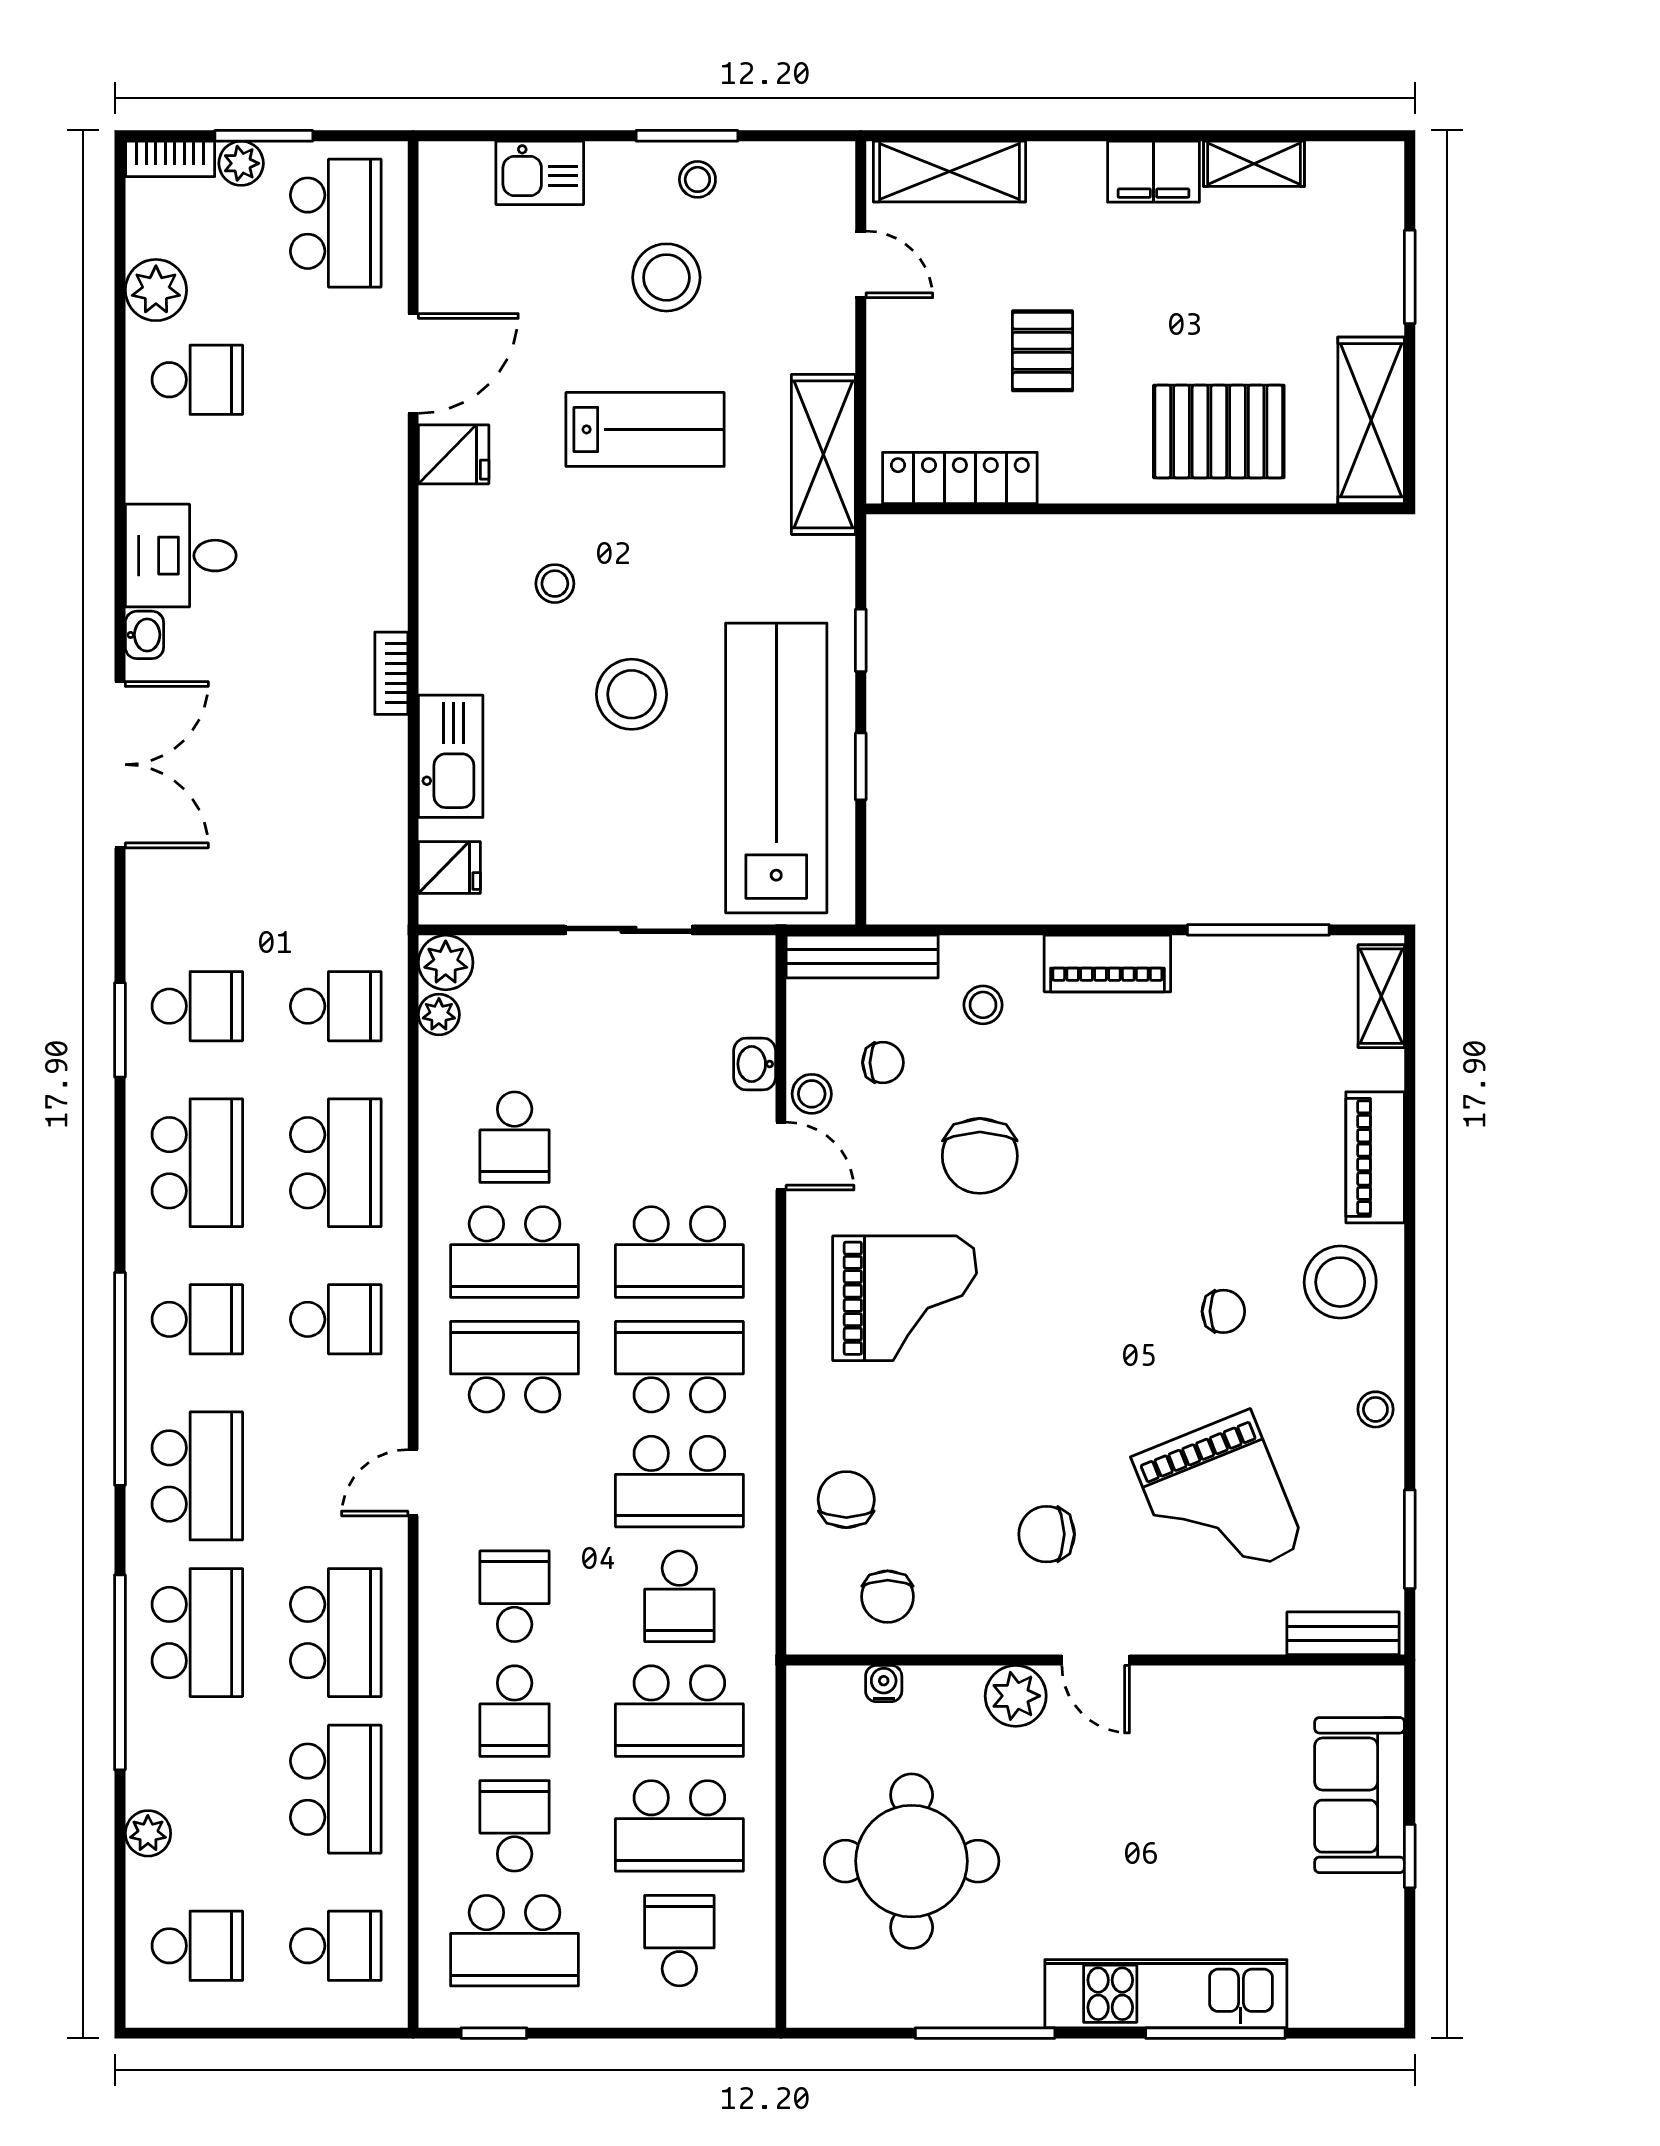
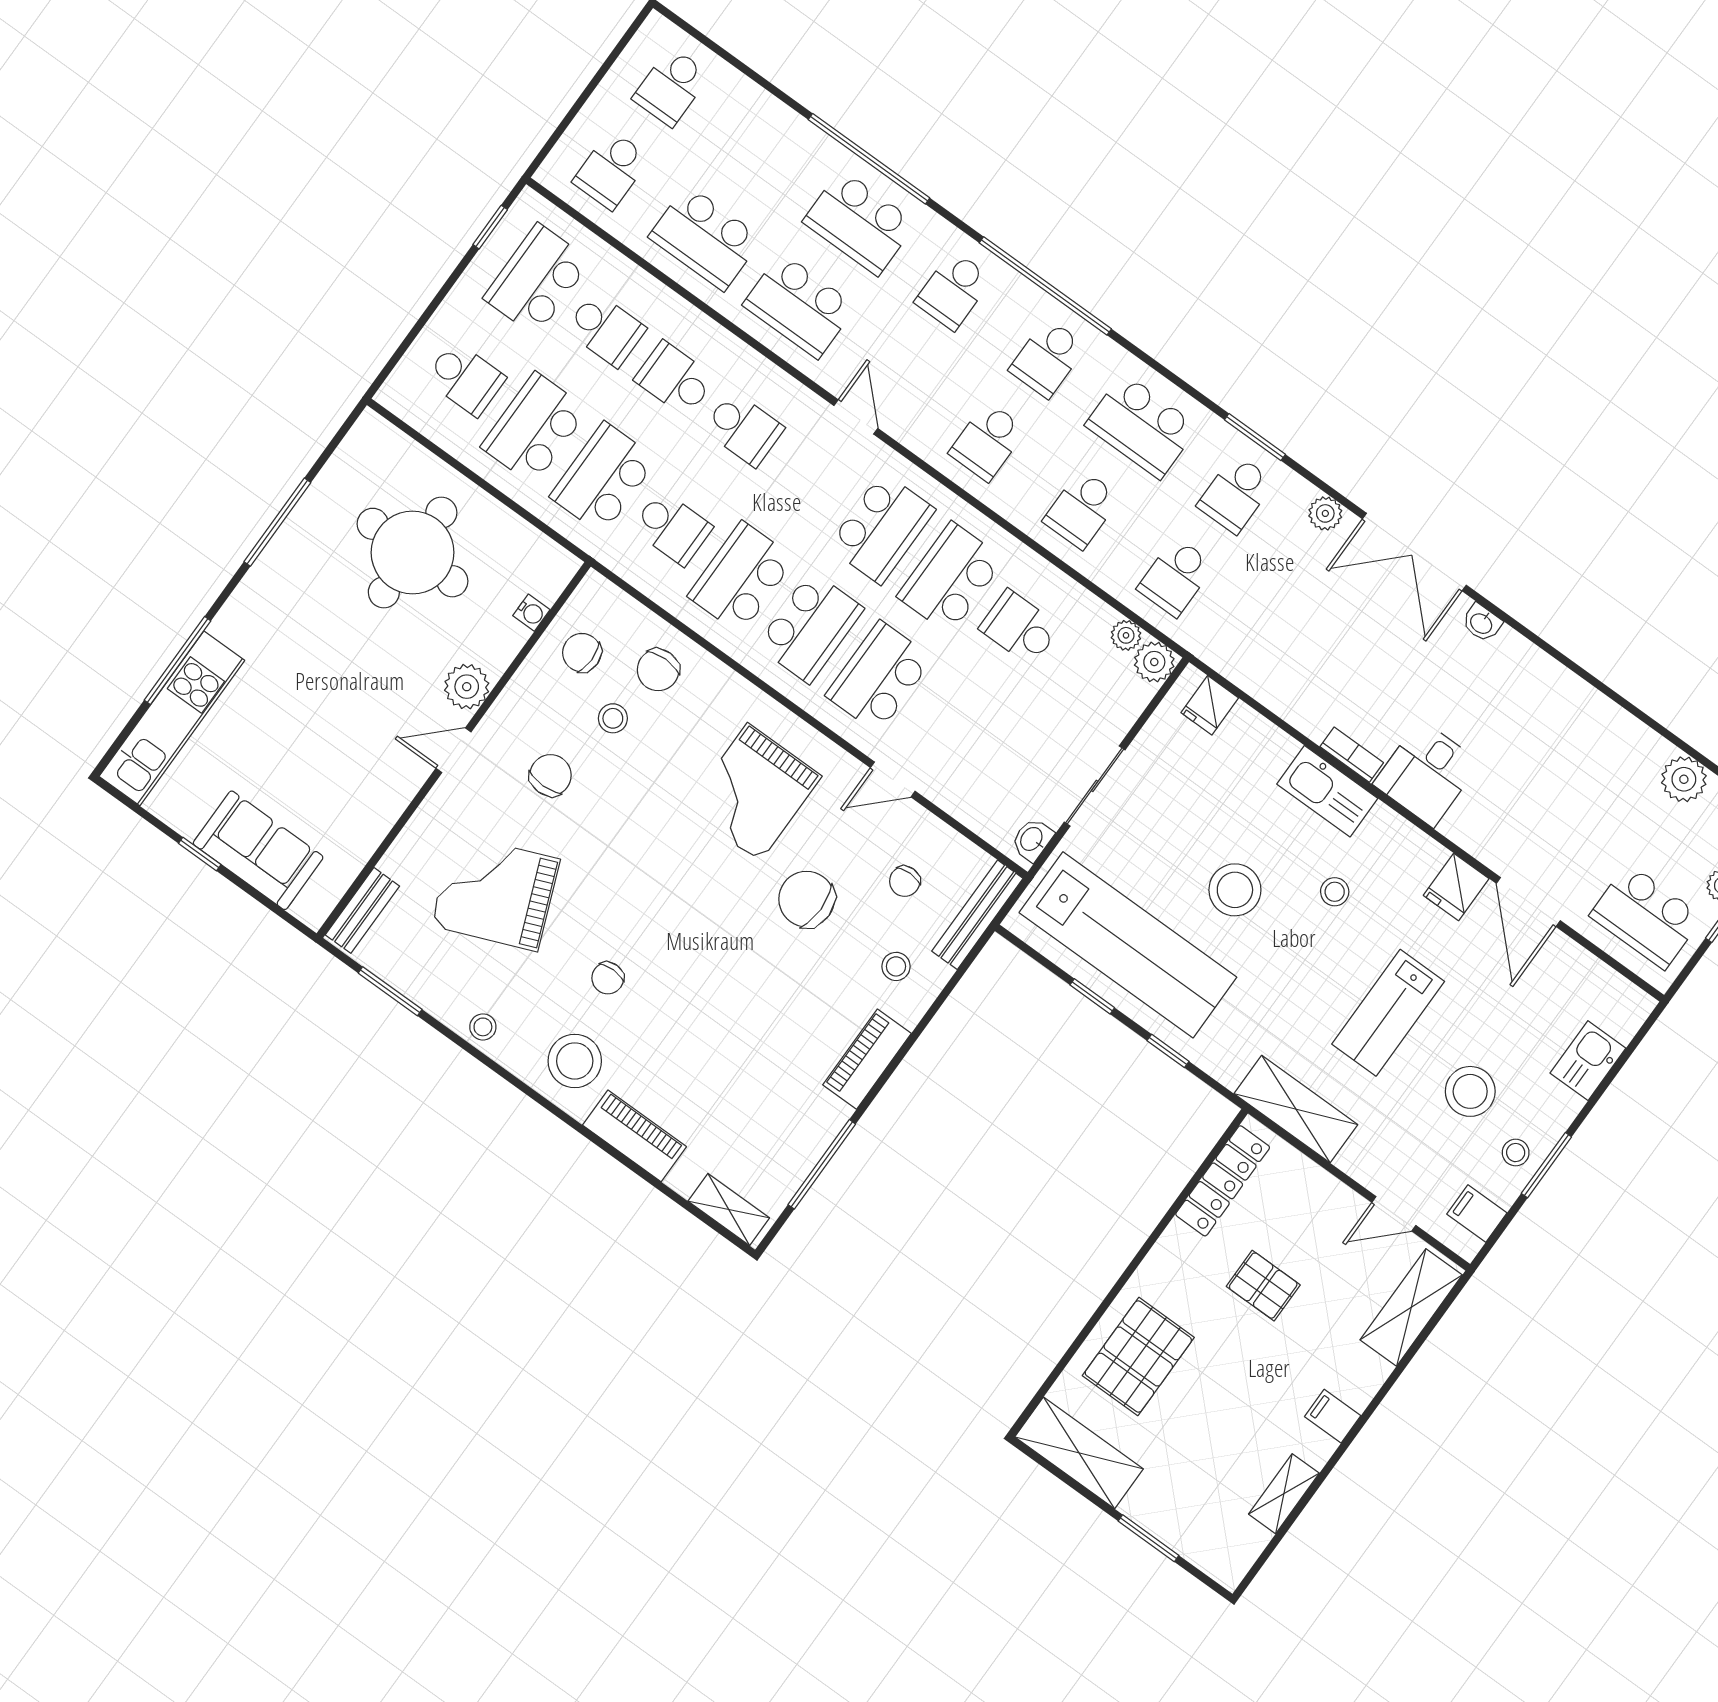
filing cabinet: (1153, 172) -> (1333, 1416), width x0.50
filing cabinet: (795, 174) -> (1477, 1214), added
school desk: (197, 380) -> (1612, 765), removed
desk: (181, 556) -> (1427, 773), moved, turned 180
kitchen sink: (451, 756) -> (1327, 791), moved
washbasin: (755, 1064) -> (1032, 839), moved, turned -90
stool: (812, 1094) -> (613, 718), moved
school desk: (336, 1163) -> (1082, 509), width x0.54
school desk: (197, 1476) -> (953, 290), width x0.54
chair: (846, 1500) -> (658, 670), turned 90
school desk: (679, 1596) -> (672, 528), turned 180
plant: (148, 1833) -> (1325, 513), moved
kitchen unit: (1166, 1994) -> (172, 718), moved

